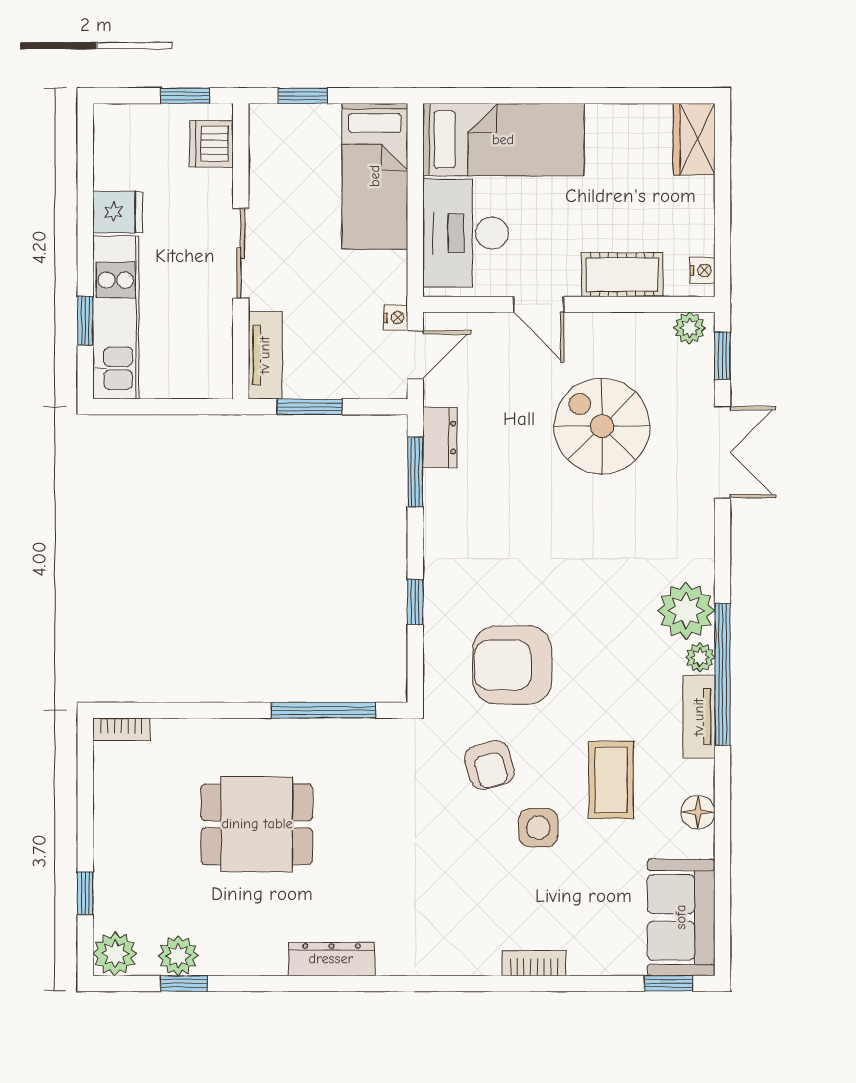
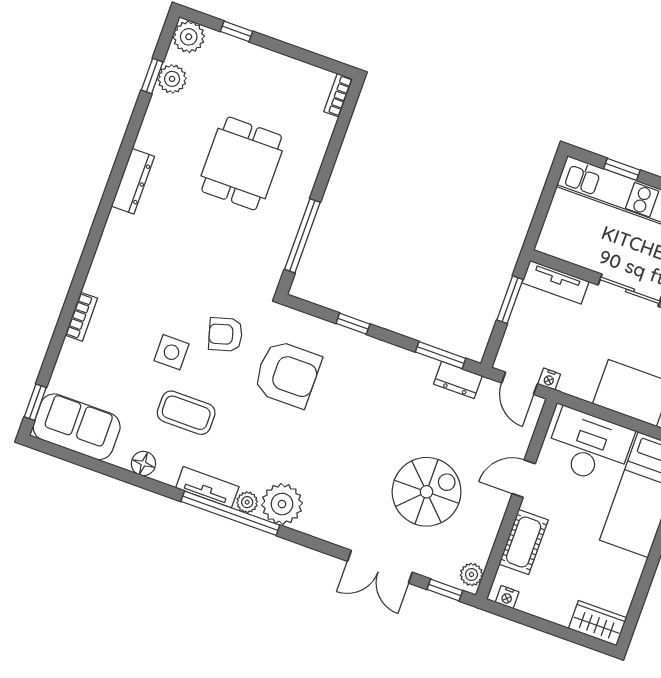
armchair: (512, 665) -> (287, 374), turned 90

